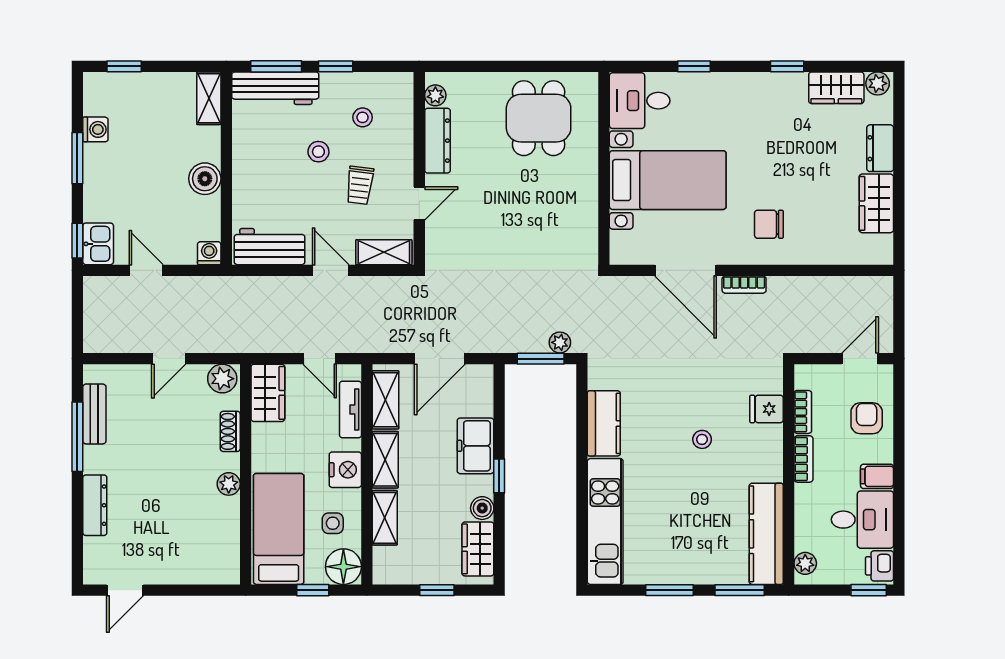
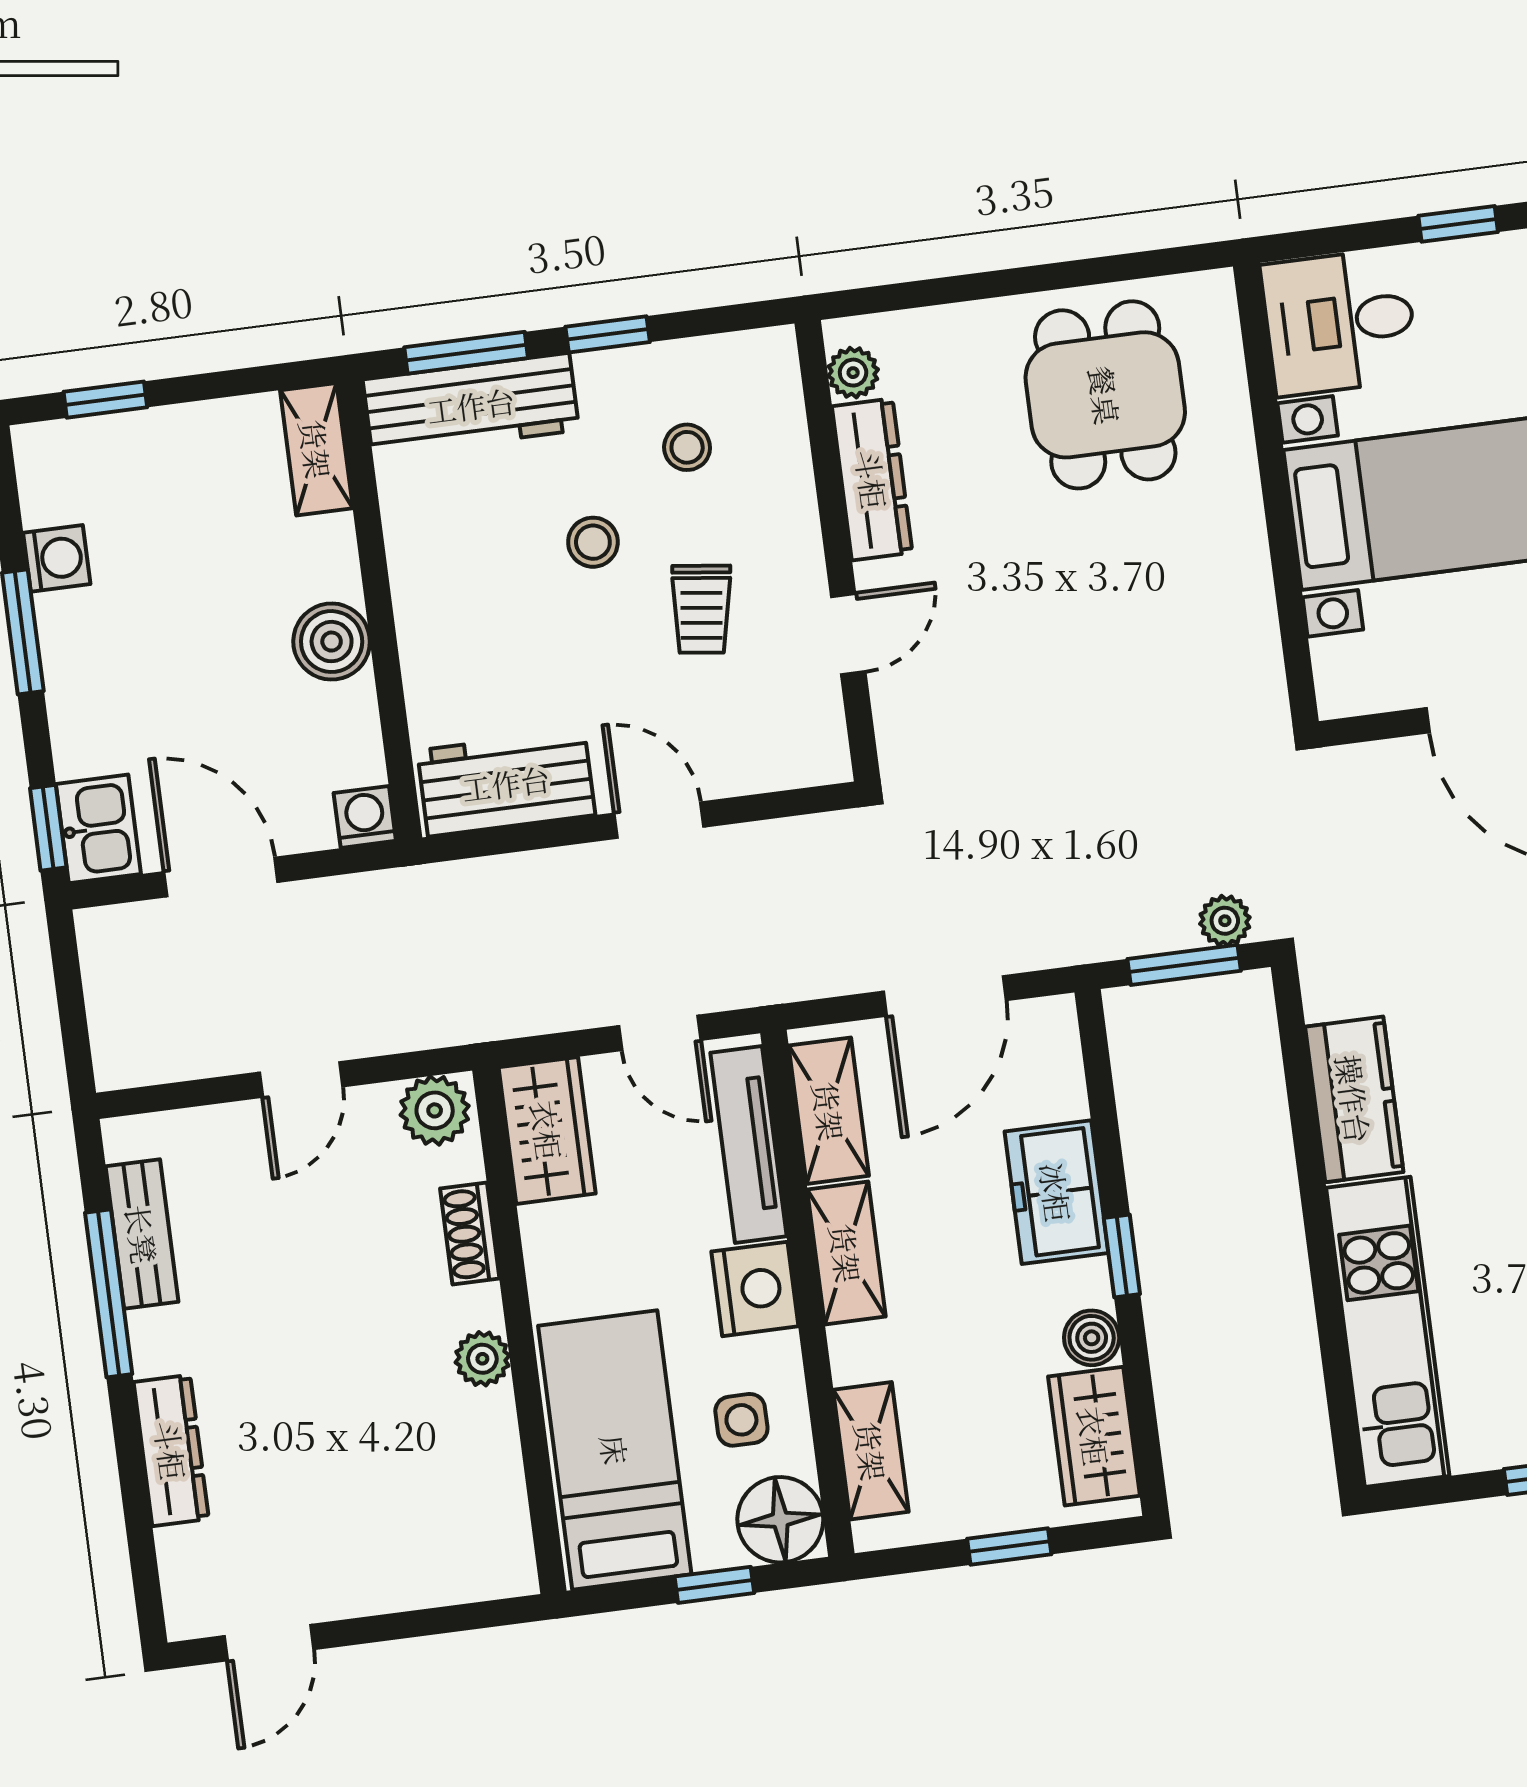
shelving: (384, 252) -> (779, 761), removed
door: (146, 270) -> (221, 877), width x1.38
tv unit: (350, 410) -> (749, 1144), width x1.41
shelving: (385, 518) -> (871, 1451), moved

